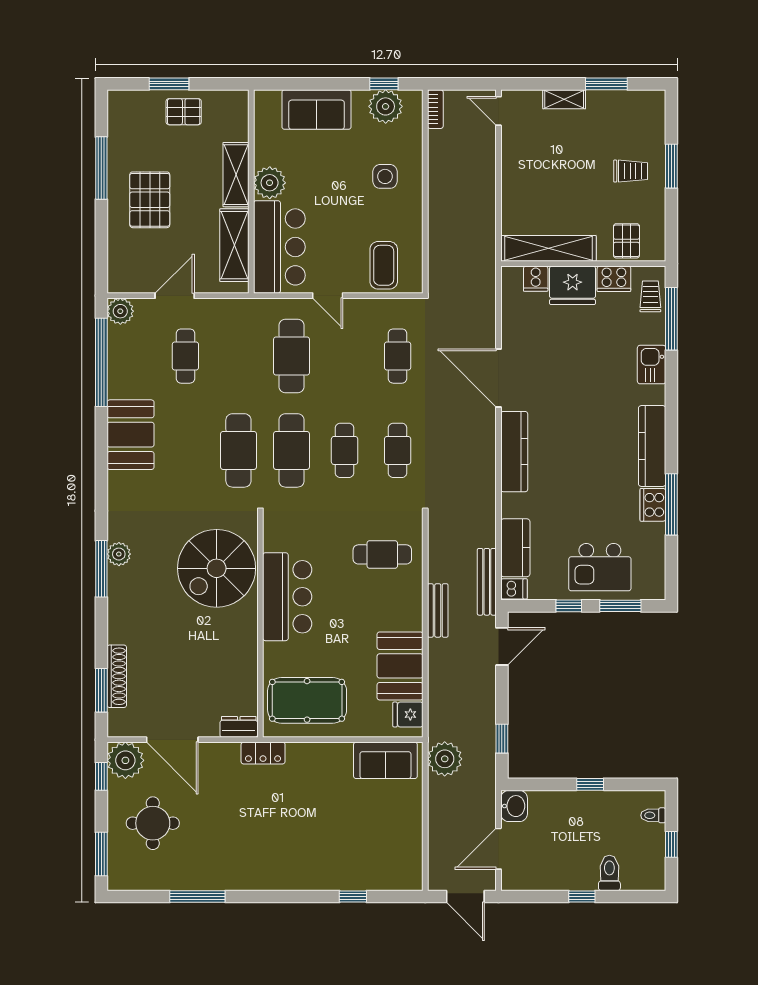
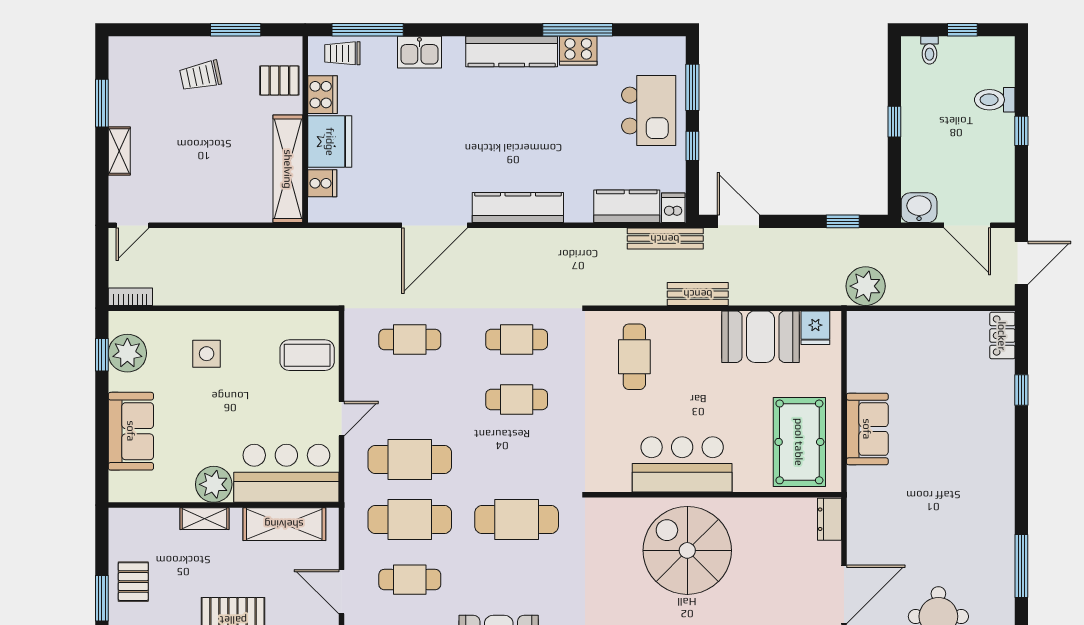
window: (671, 166) -> (236, 30), moved
trolley: (631, 171) -> (200, 76), turned -102
shelving: (236, 175) -> (204, 519), width x0.67, depth x0.75
cafe table: (292, 450) -> (410, 520), moved
spiral stairs: (217, 568) -> (687, 550), moved, turned 180
locker: (263, 753) -> (1002, 336), moved, turned 180
sofa: (385, 760) -> (867, 429), moved

